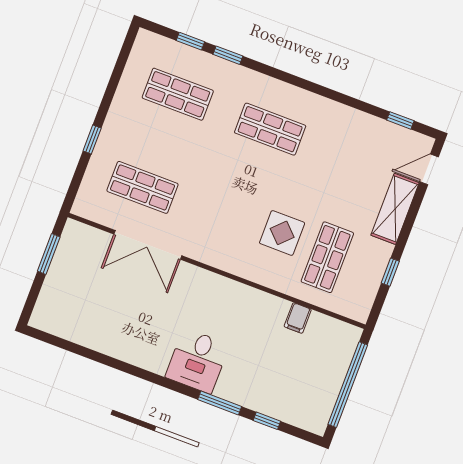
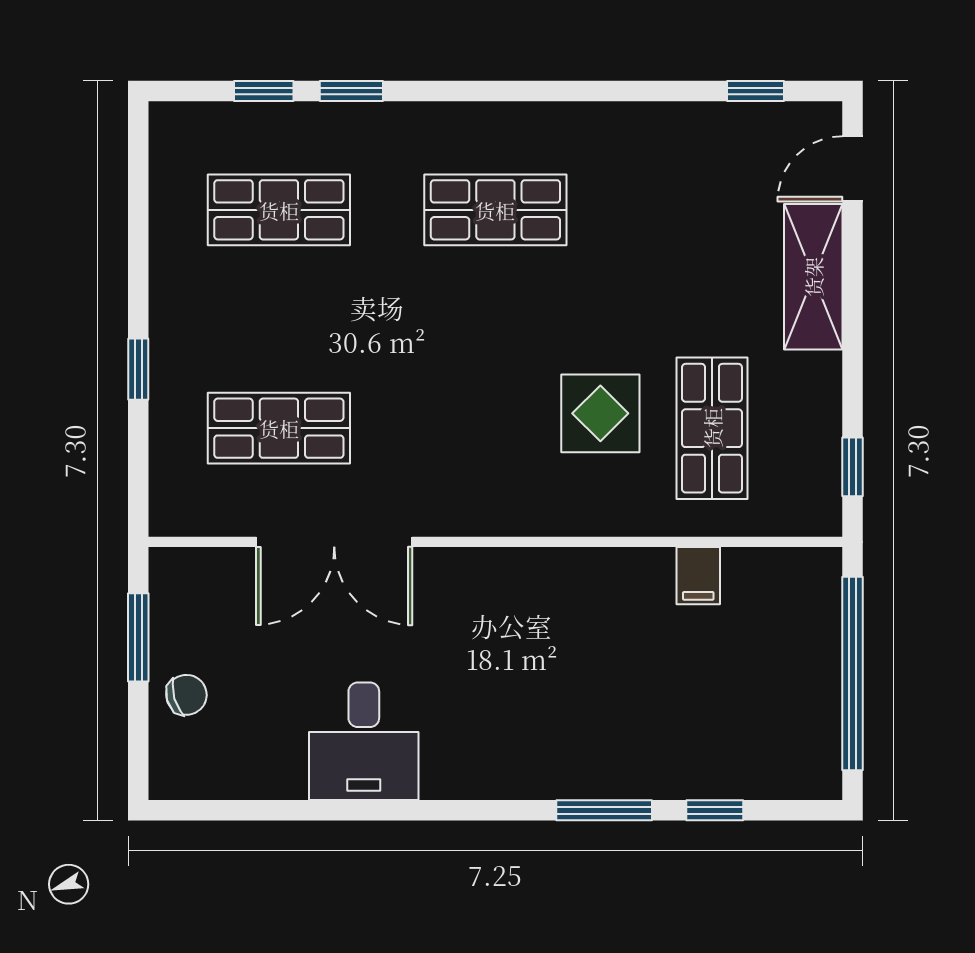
window: (390, 272) -> (853, 467), moved
chair: (60, 286) -> (186, 695), added
desk: (197, 361) -> (364, 741), moved

